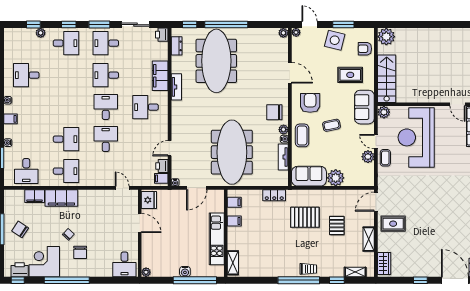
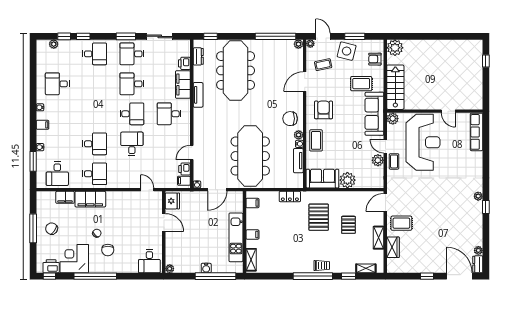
window: (69, 25) -> (83, 36), moved
window: (226, 25) -> (276, 36), moved
plant: (41, 33) -> (54, 44), moved
printer: (162, 35) -> (184, 63), moved
door: (290, 73) -> (305, 82), swing flipped
door: (458, 104) -> (448, 111), moved
desk: (106, 107) -> (132, 114), turned 90
sofa: (364, 107) -> (374, 114), width x1.36
coffee table: (331, 125) -> (323, 65), moved
reception desk: (416, 137) -> (423, 142), turned 180
pallet: (305, 217) -> (319, 217), turned 90
filing cabinet: (234, 221) -> (252, 235), moved
wardrobe: (384, 263) -> (393, 247), moved

